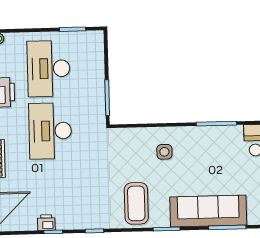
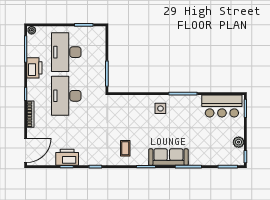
side table: (164, 152) -> (160, 108), moved
coffee table: (136, 203) -> (125, 148), width x0.54, depth x0.58
sofa: (208, 211) -> (168, 157), width x0.74, depth x0.79
printer: (46, 223) -> (67, 157), width x1.87, depth x1.48

